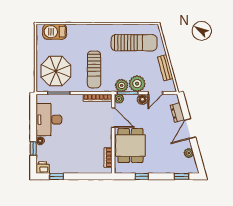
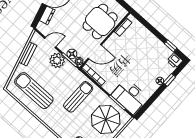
plant: (122, 85) -> (69, 69), removed
floor lamp: (142, 99) -> (72, 54), moved
door: (113, 118) -> (95, 52), swing flipped
desk: (49, 120) -> (130, 96), moved, turned 90

